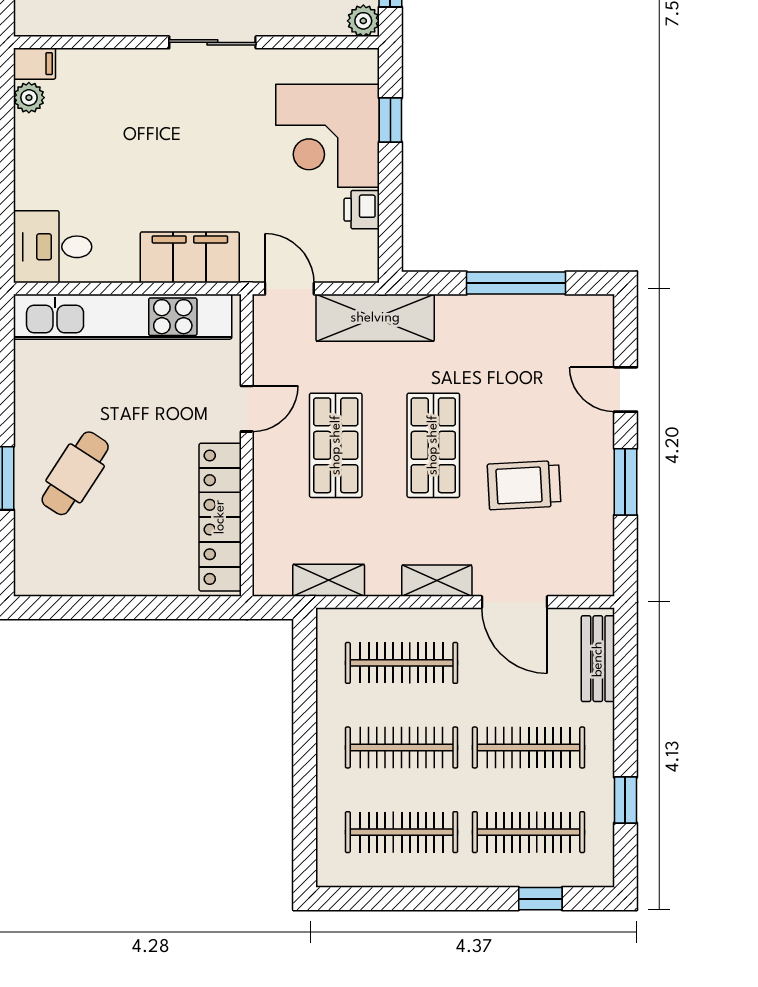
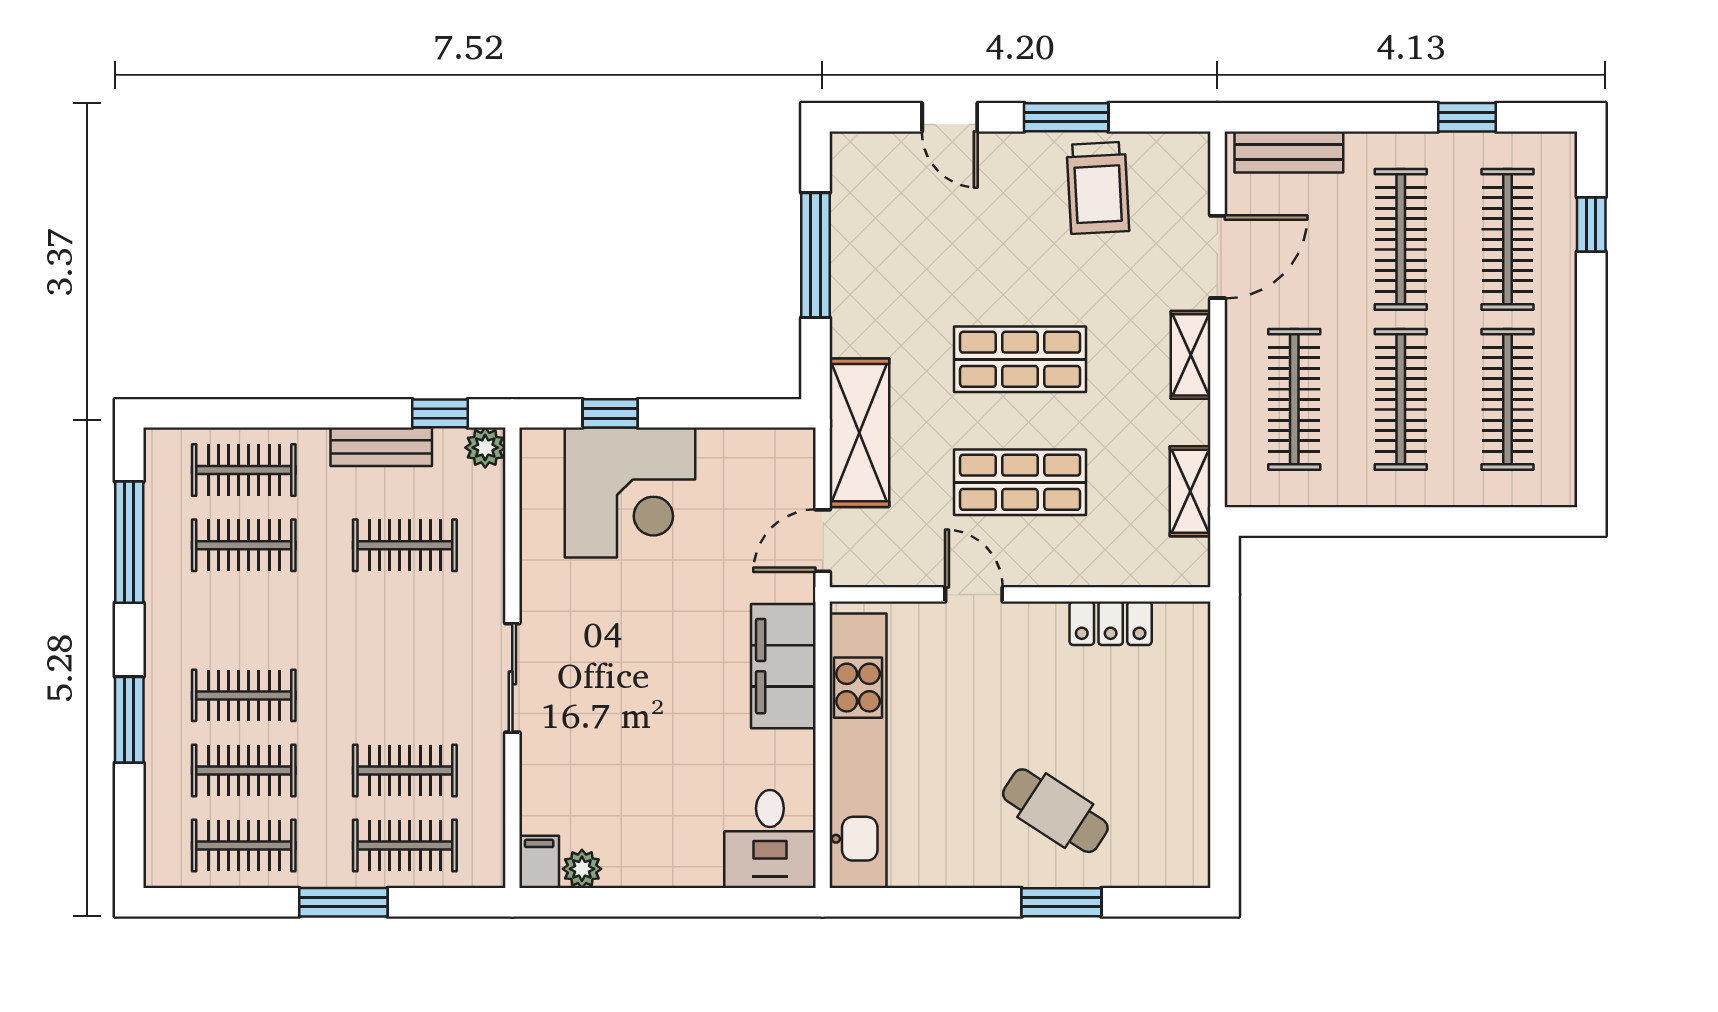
sliding door: (212, 42) -> (512, 678), moved
printer: (362, 210) -> (723, 450), removed
door: (625, 389) -> (950, 117), hinge flipped
trolley: (524, 485) -> (1098, 188), moved
locker: (220, 517) -> (1111, 623), width x0.46, depth x0.83

